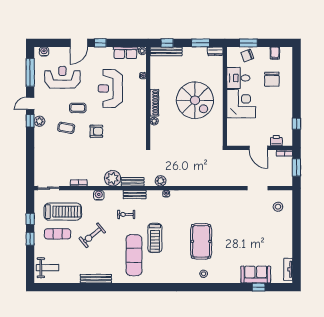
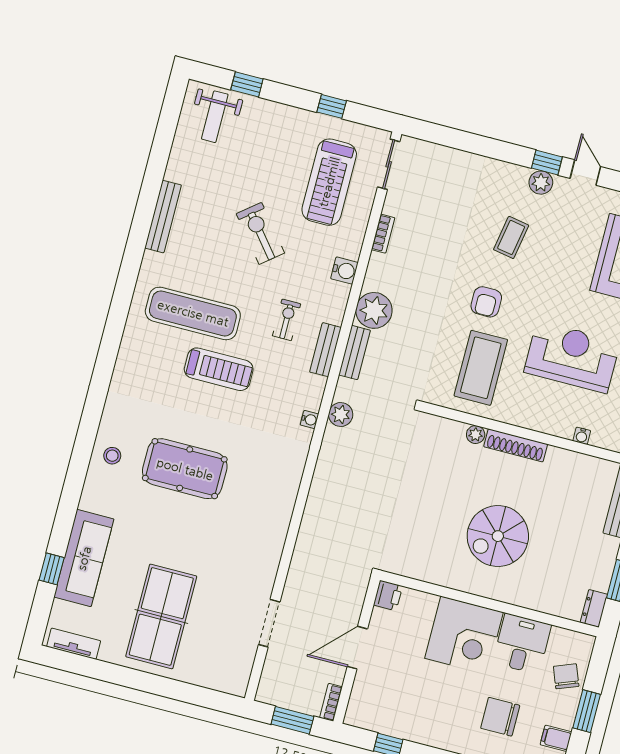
window: (248, 43) -> (587, 711), moved
spiral stairs: (195, 100) -> (498, 536), width x0.73, depth x0.73
coffee table: (78, 108) -> (481, 368), moved, width x1.86, depth x1.72
printer: (276, 141) -> (388, 595), moved
stool: (278, 207) -> (217, 657), removed
exercise mat: (58, 234) -> (283, 158), removed
table tennis table: (267, 235) -> (161, 616), added
treadmill: (155, 238) -> (219, 369), turned 180
window: (30, 239) -> (247, 84), moved
sofa: (256, 274) -> (84, 558), width x1.36

